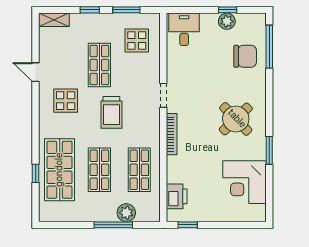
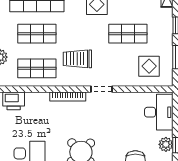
desk: (184, 29) -> (159, 112), width x1.37
trolley: (111, 112) -> (77, 59), moved

